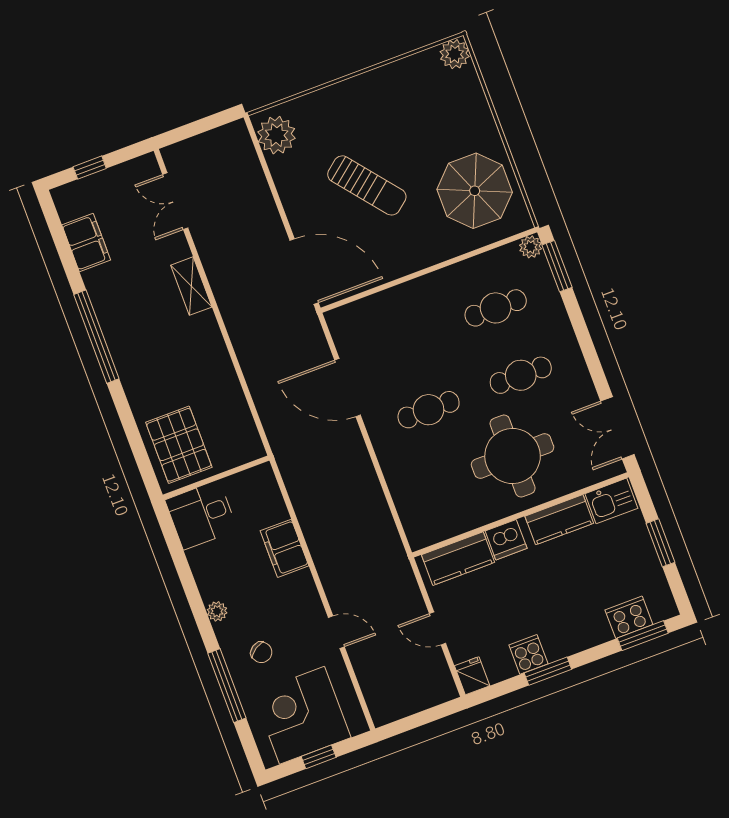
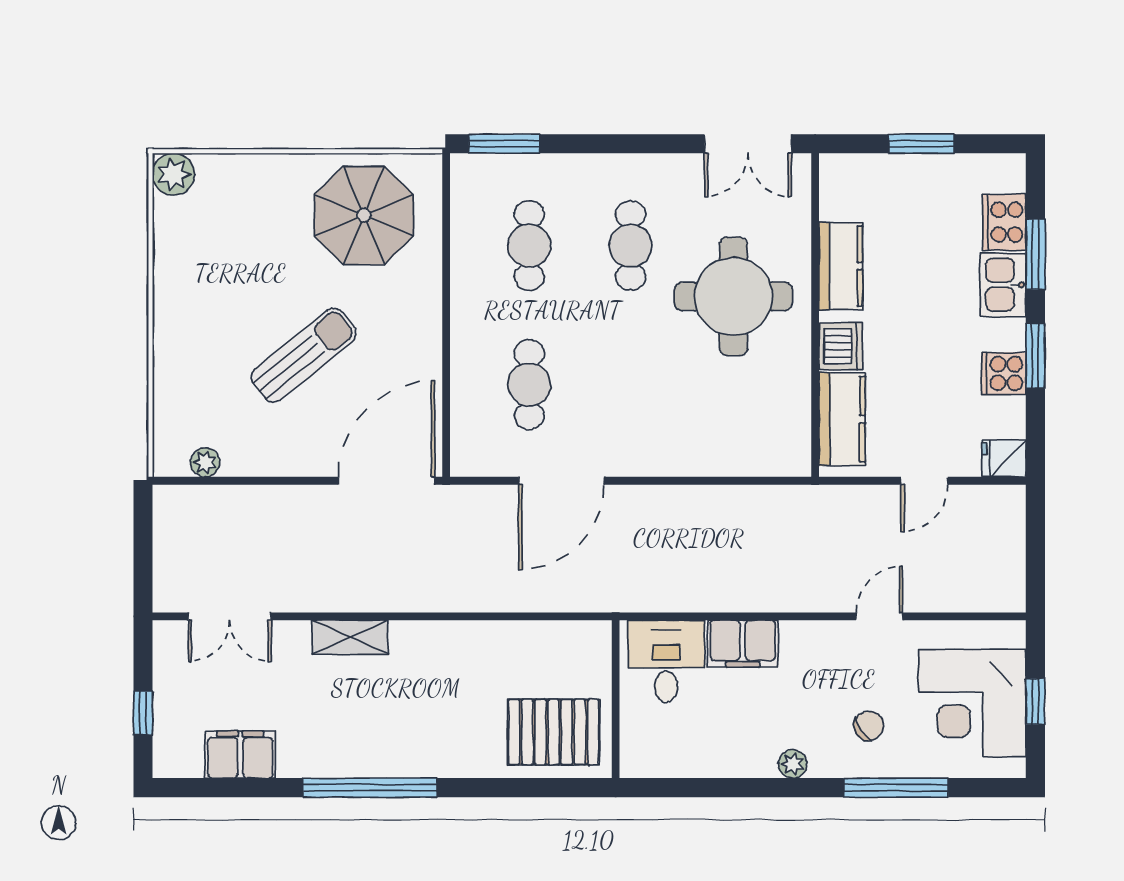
plant: (277, 135) -> (205, 463), width x0.53, depth x0.53
plant: (531, 247) -> (466, 169), removed
cafe table: (429, 410) -> (529, 385), moved
kitchen sink: (611, 501) -> (1003, 285), moved, turned 180
desk: (201, 515) -> (666, 661), moved, turned 180
window: (643, 636) -> (1035, 254), moved

